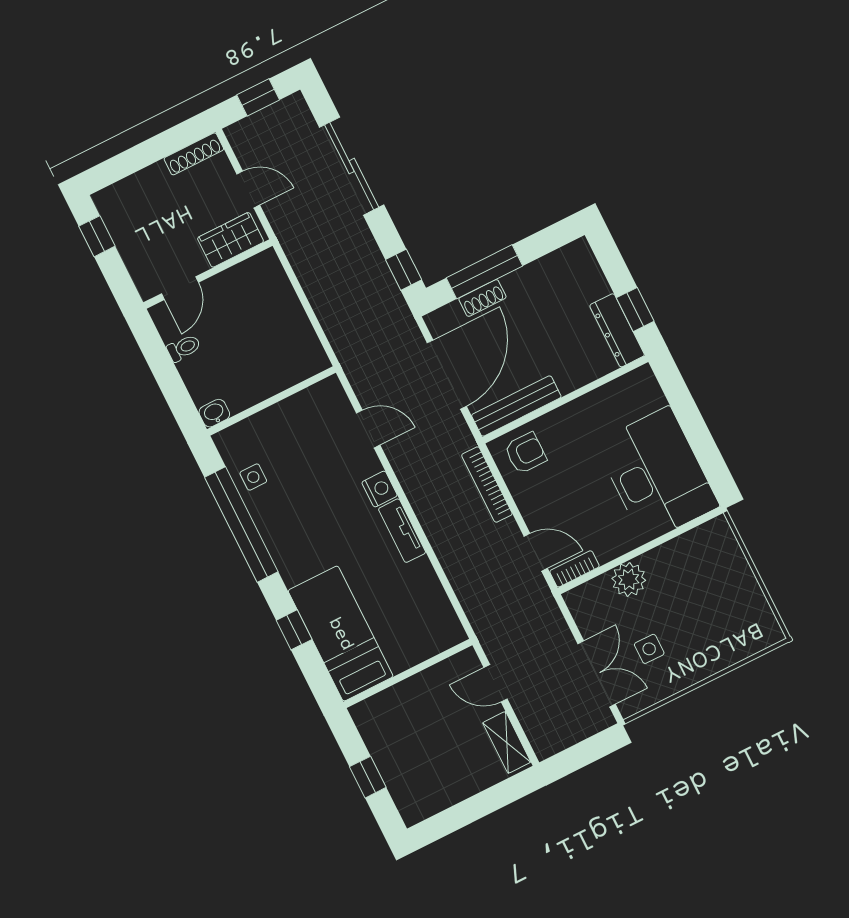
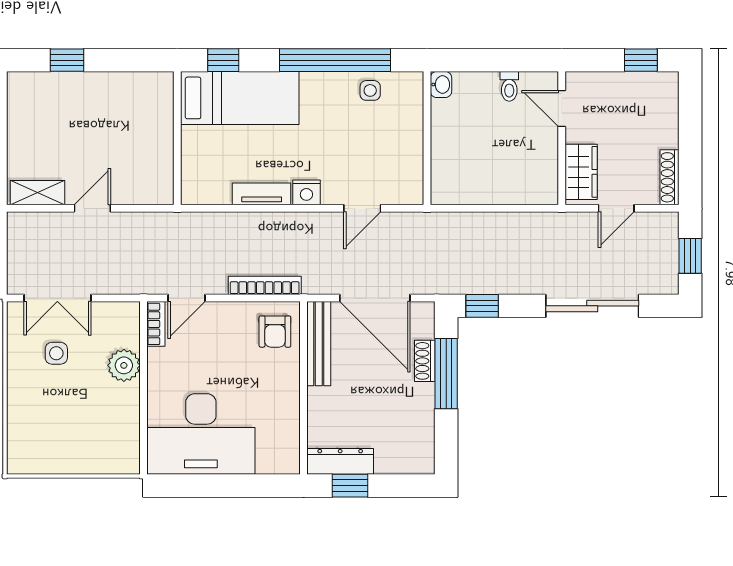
bed: (341, 634) -> (240, 98), moved
wall: (408, 673) -> (177, 138), moved

